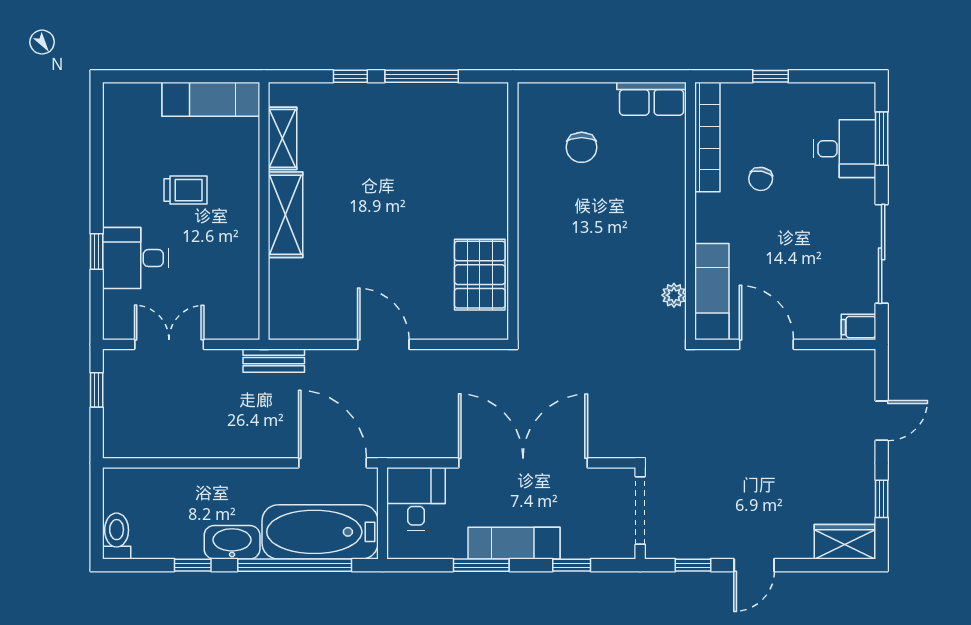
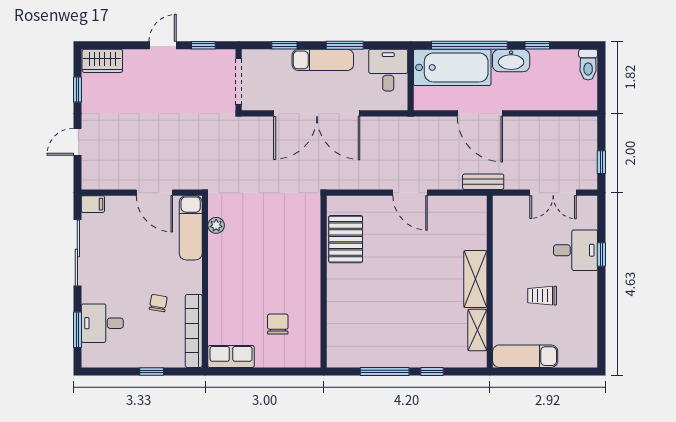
door: (333, 463) -> (480, 113), moved
desk: (416, 499) -> (388, 70), moved, turned 180

